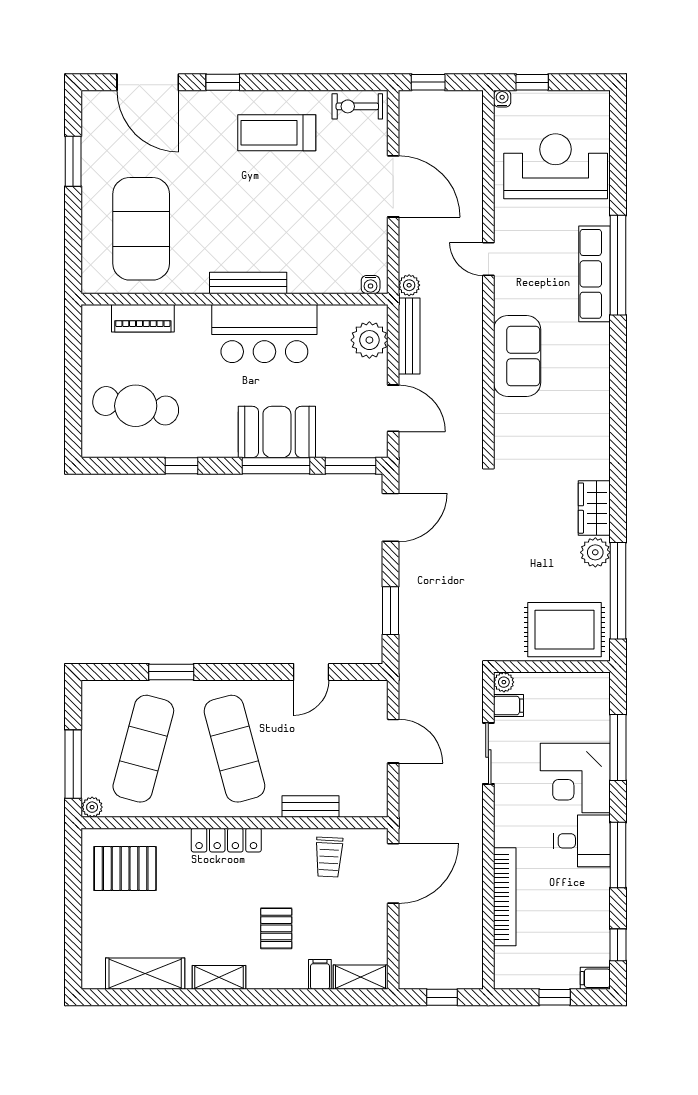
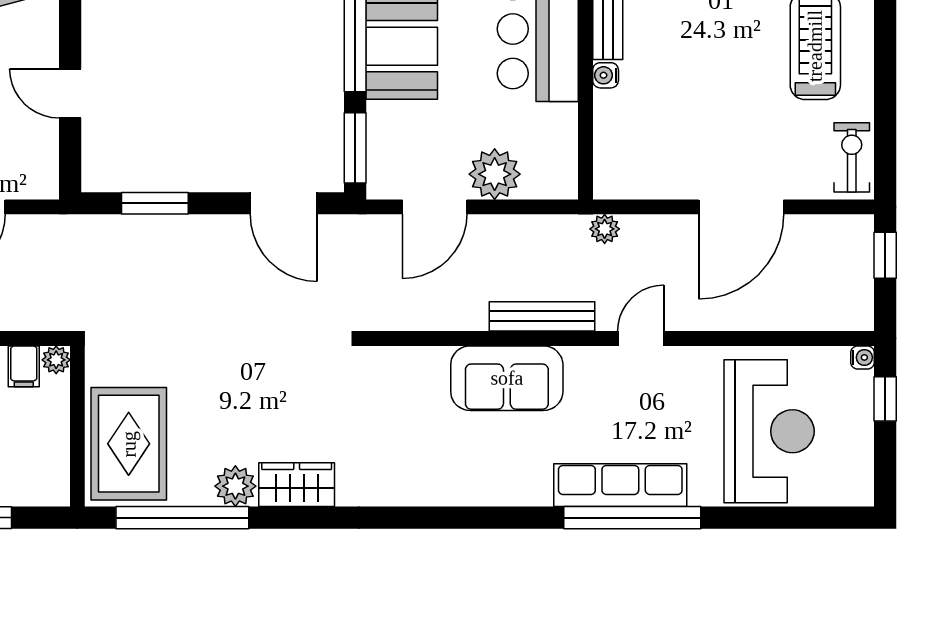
water cooler: (371, 285) -> (606, 75), moved
bench: (409, 336) -> (542, 316), moved
plant: (369, 340) -> (495, 174), moved

